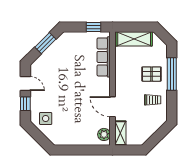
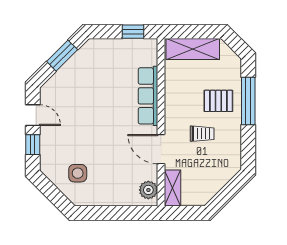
row of seats: (104, 57) -> (148, 96), moved
trolley: (153, 100) -> (202, 134), moved
side table: (46, 119) -> (78, 173), moved

